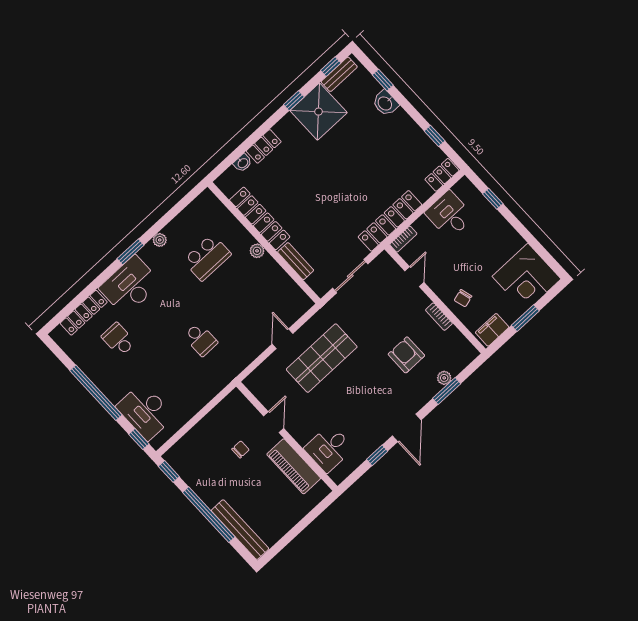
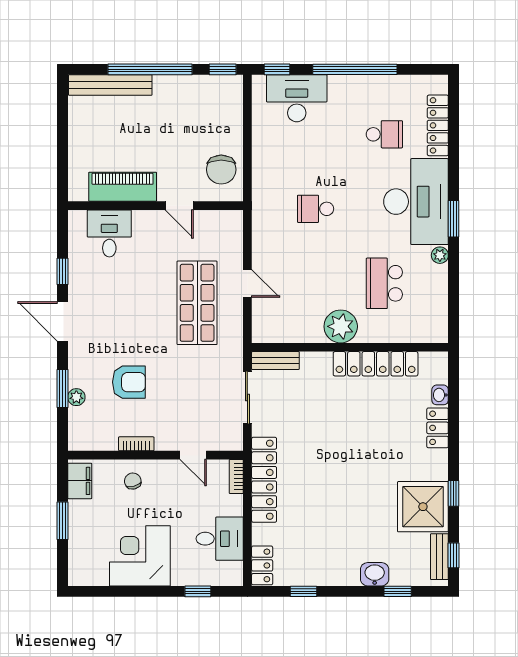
plant: (257, 251) -> (341, 326), width x1.87, depth x1.87
bench: (296, 261) -> (275, 361), moved
corner desk: (527, 278) -> (140, 556), moved
desk: (130, 286) -> (416, 202), width x1.36, depth x1.30
chair: (240, 449) -> (221, 170), moved, width x1.87, depth x1.87

